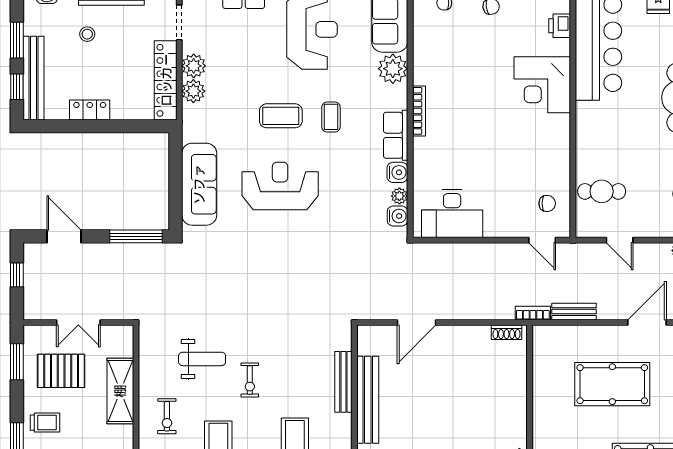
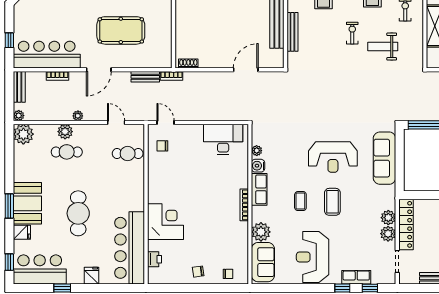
coffee table: (281, 116) -> (332, 202), turned 90
water cooler: (397, 216) -> (258, 138), removed

